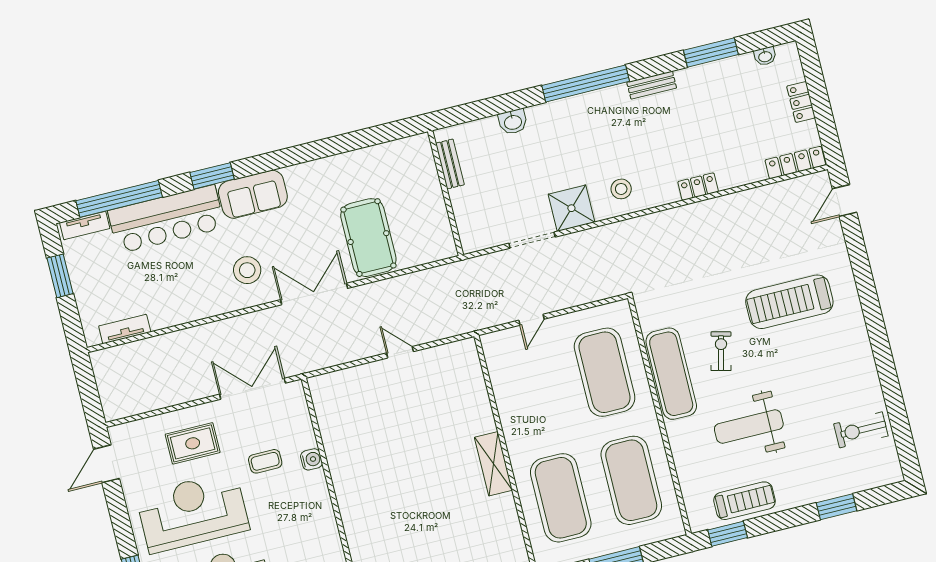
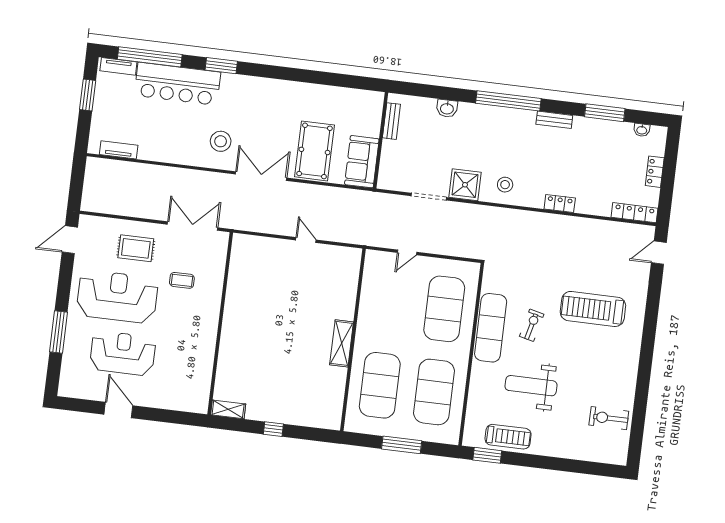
sofa: (253, 194) -> (362, 162), moved, turned 90
water cooler: (311, 459) -> (215, 291), removed
window: (837, 507) -> (571, 466), removed

